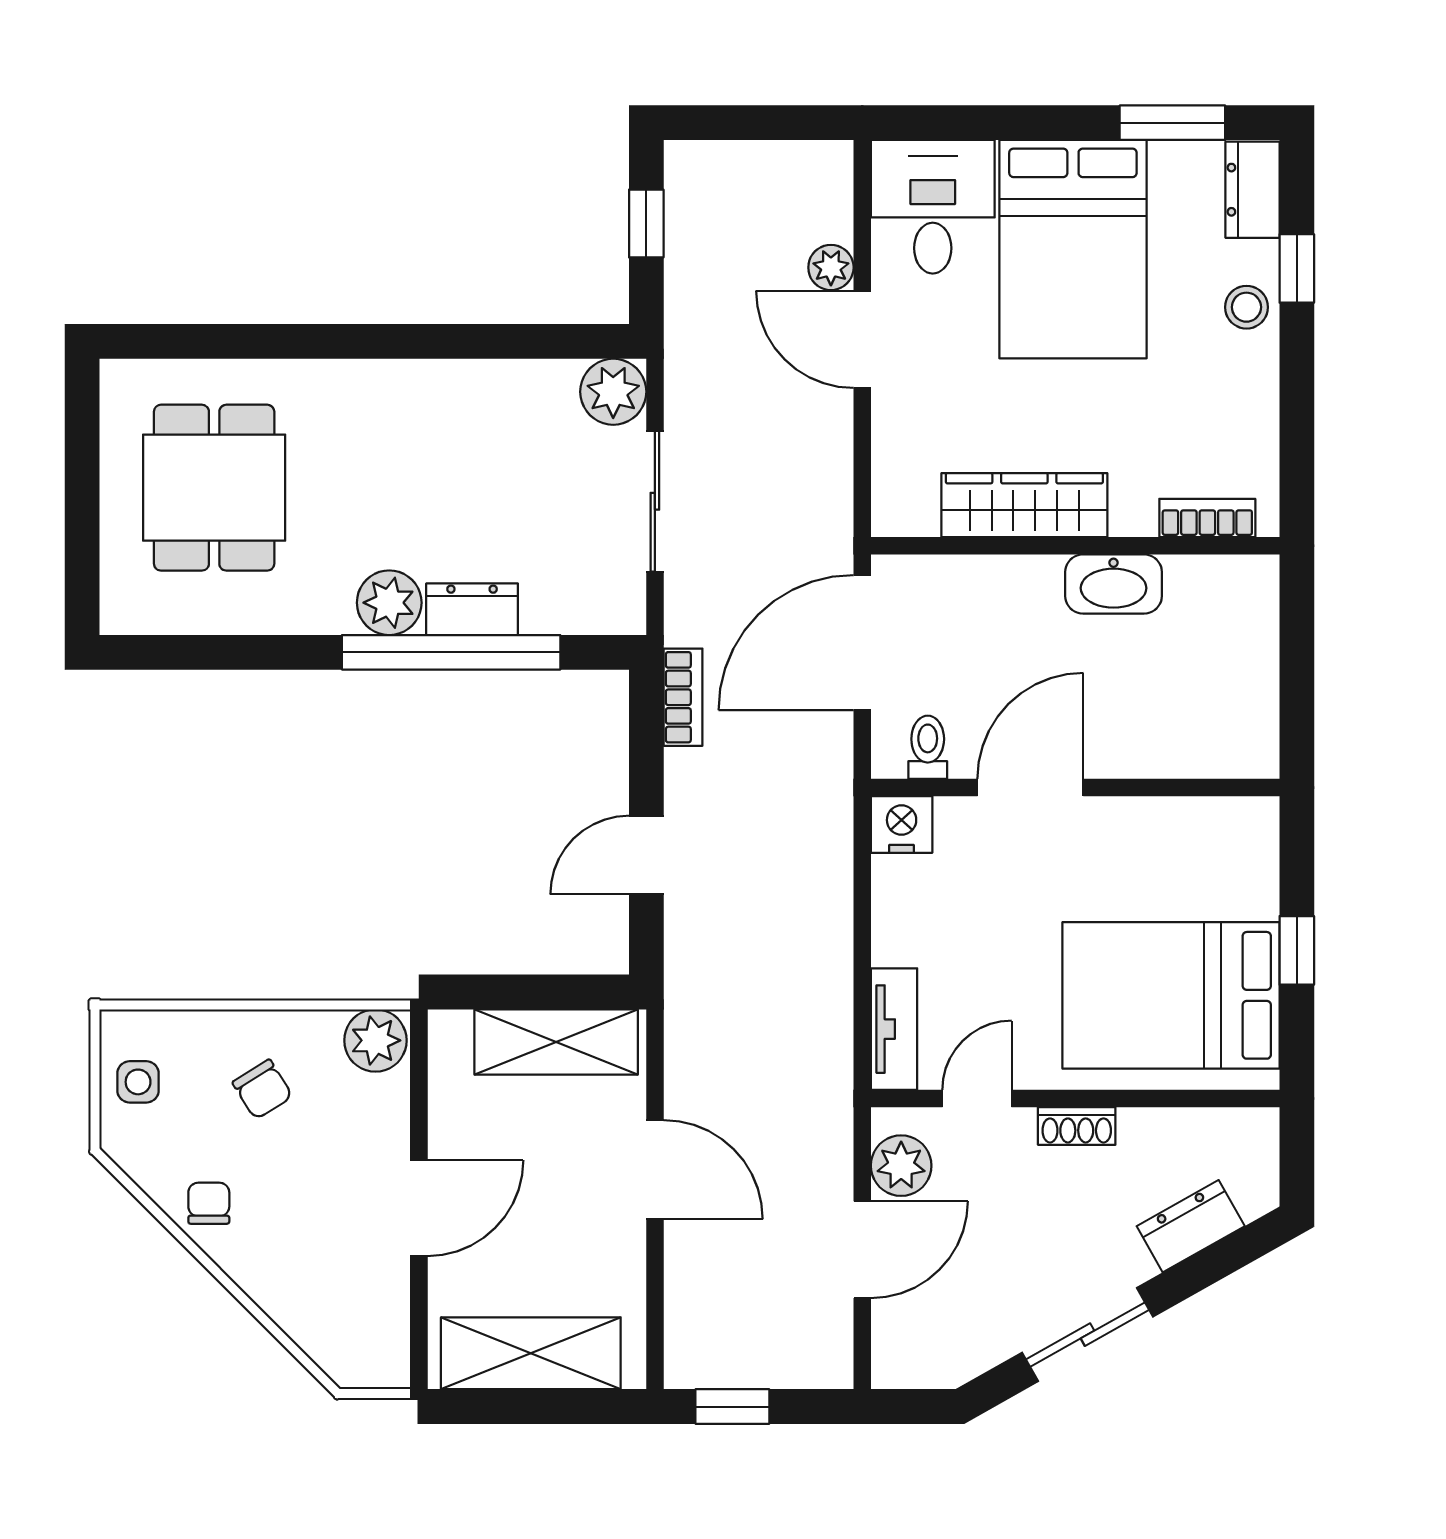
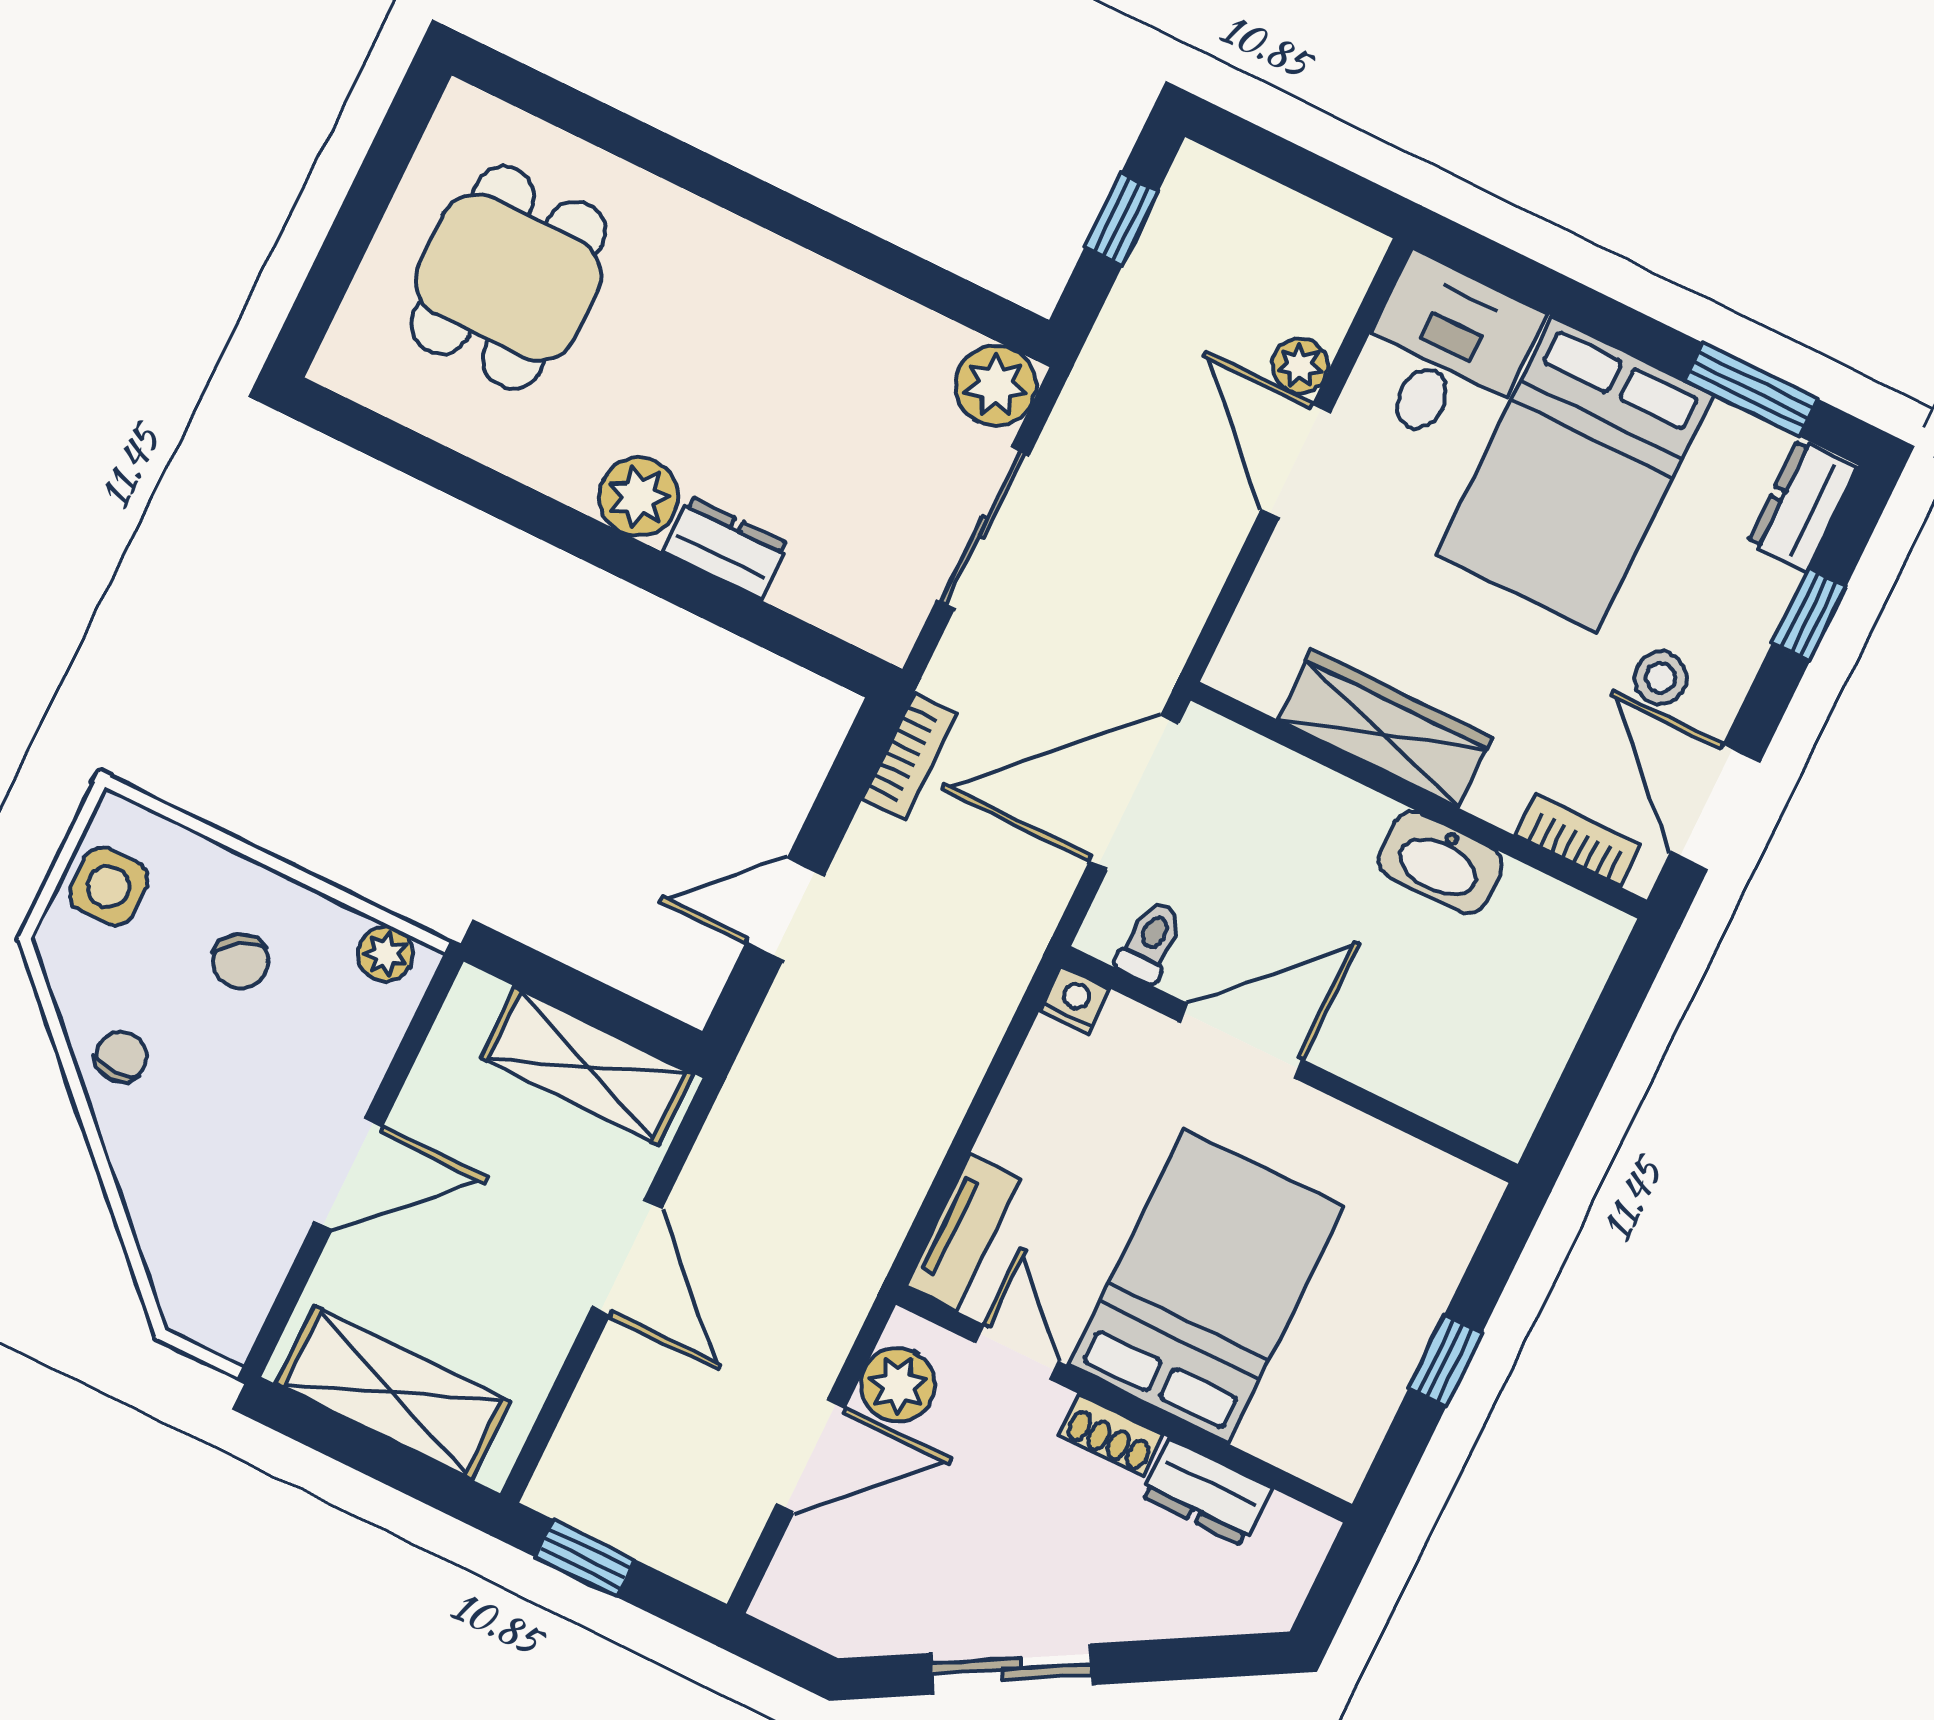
stool: (1246, 307) -> (1661, 678), moved
door: (1297, 444) -> (1715, 807), added
window: (451, 652) -> (680, 584), removed
nightstand: (902, 825) -> (1075, 1000), width x0.72, depth x0.74
bed: (1171, 995) -> (1206, 1286), moved, turned 90
plant: (375, 1040) -> (385, 954), width x0.73, depth x0.73
side table: (138, 1082) -> (108, 887), width x1.37, depth x1.37
door: (977, 1098) -> (1017, 1352), hinge flipped
dresser: (1191, 1226) -> (1206, 1492), moved, turned -151

